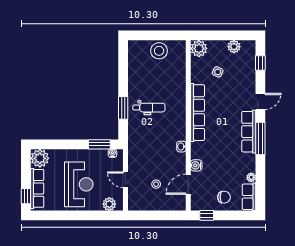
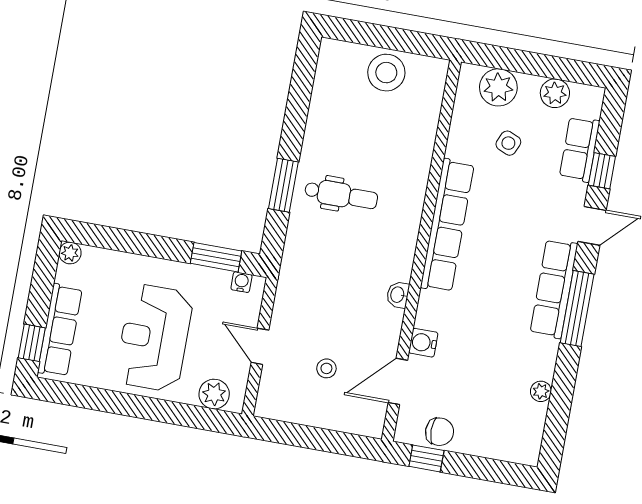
plant: (199, 48) -> (498, 87), moved
window: (260, 63) -> (602, 171), moved
plant: (40, 158) -> (70, 253), width x0.53, depth x0.53
reception desk: (79, 184) -> (154, 338), turned 180
chair: (224, 197) -> (440, 432), moved
row of seats: (249, 197) -> (580, 149), moved

